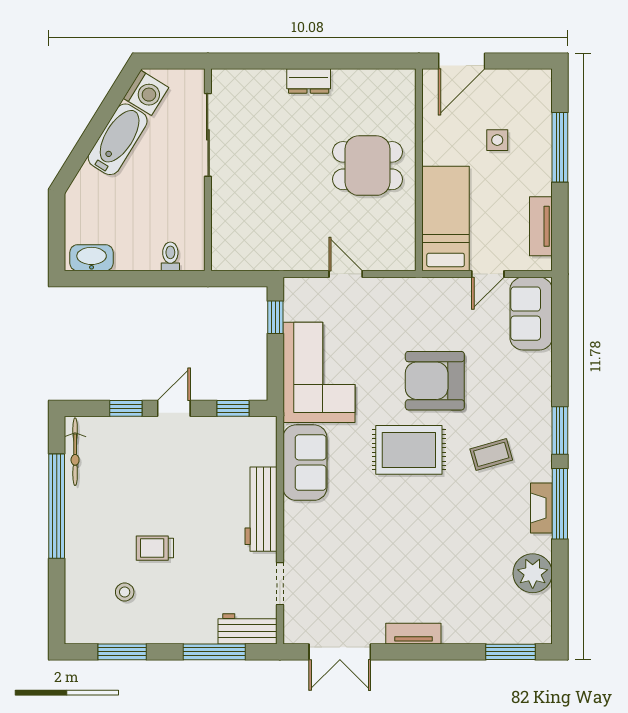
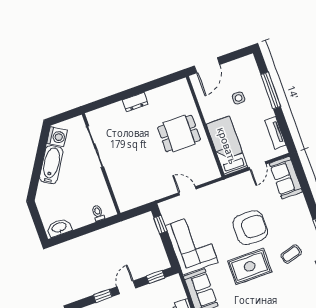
armchair: (435, 381) -> (250, 228), turned 180

